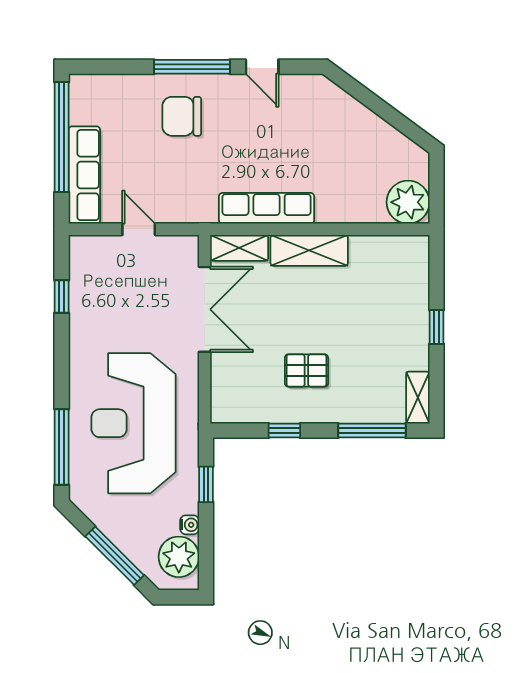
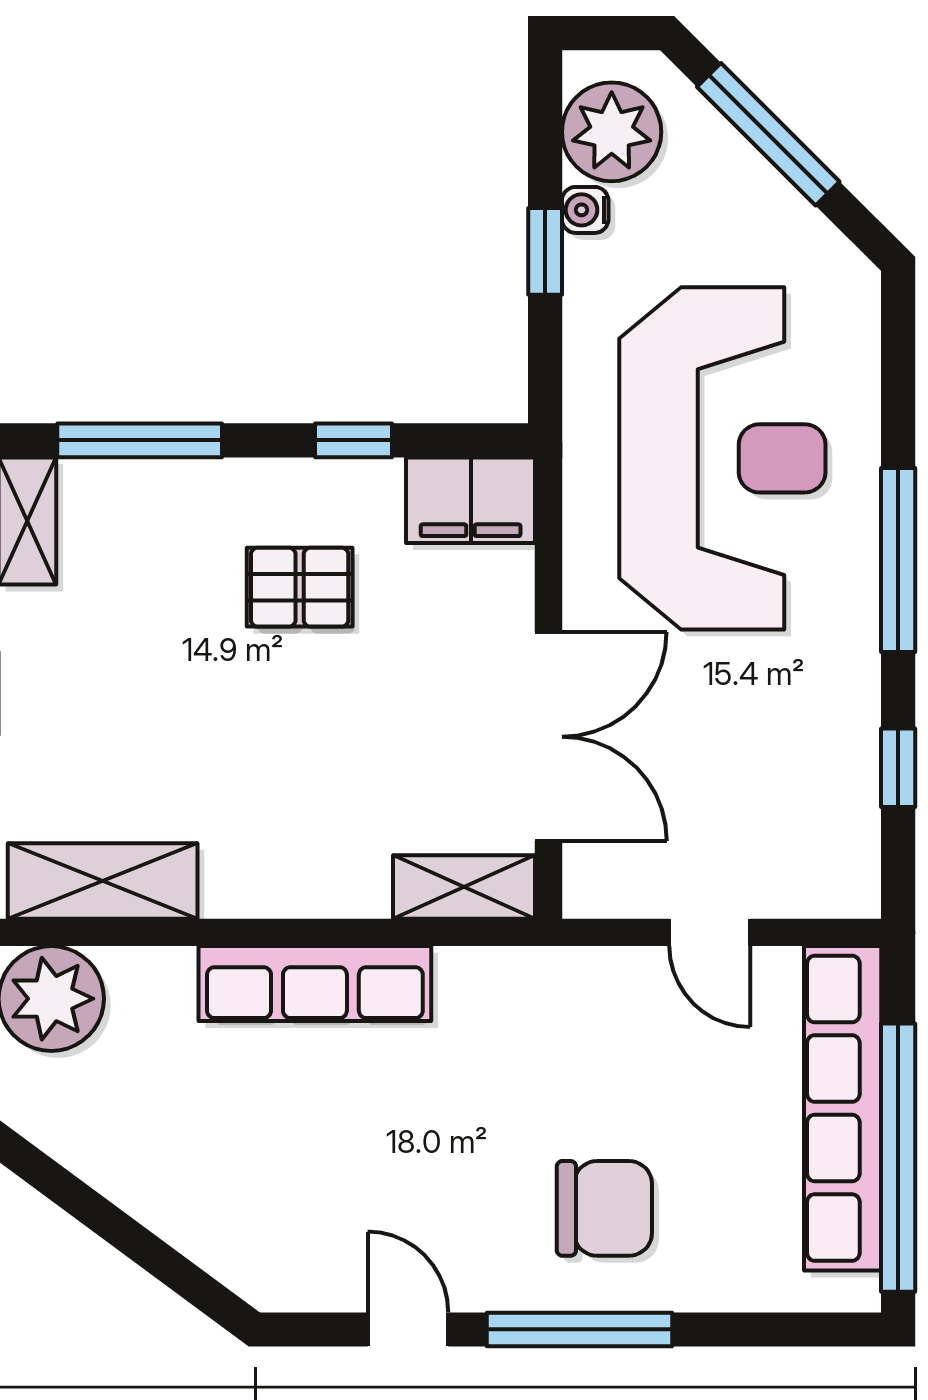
row of seats: (84, 175) -> (843, 1108), width x1.36
row of seats: (267, 208) -> (315, 984), moved
shelving: (309, 250) -> (103, 881), moved
double door: (205, 309) -> (548, 737), swing flipped
filing cabinet: (237, 406) -> (471, 500), added
window: (62, 447) -> (898, 560), moved
window: (206, 484) -> (545, 251), moved

